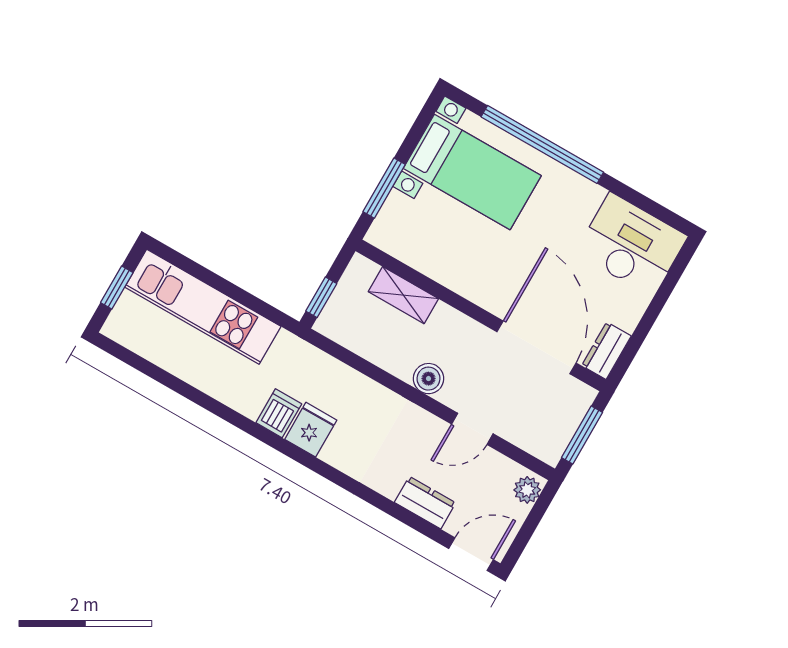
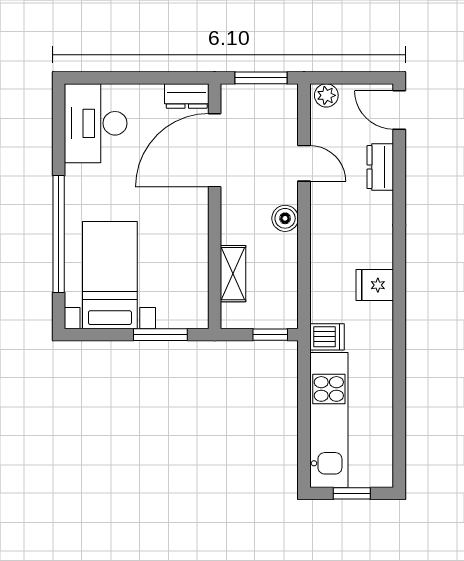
dishwasher: (279, 413) -> (327, 337), moved, turned 180

